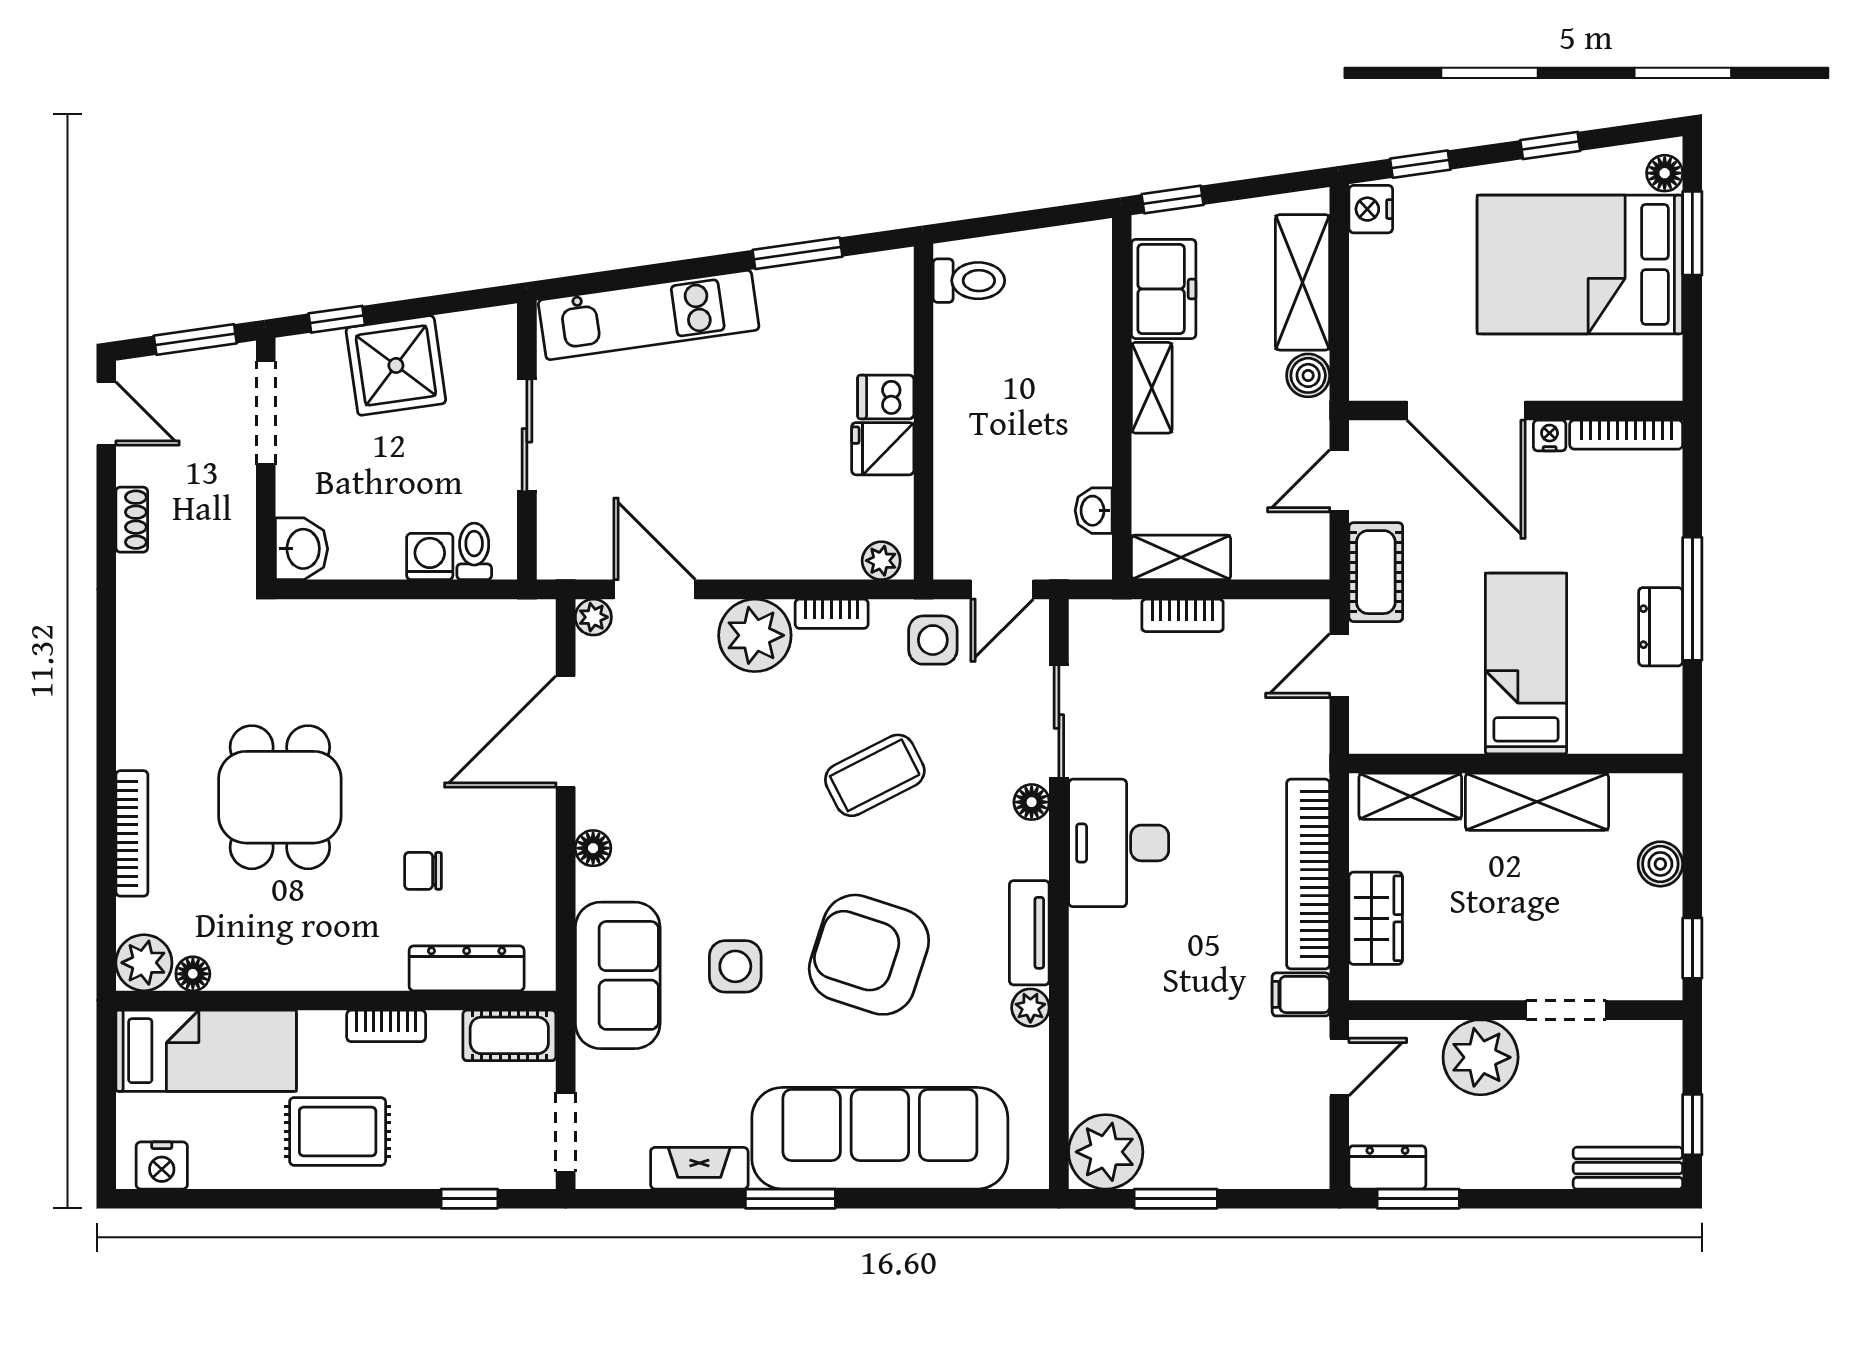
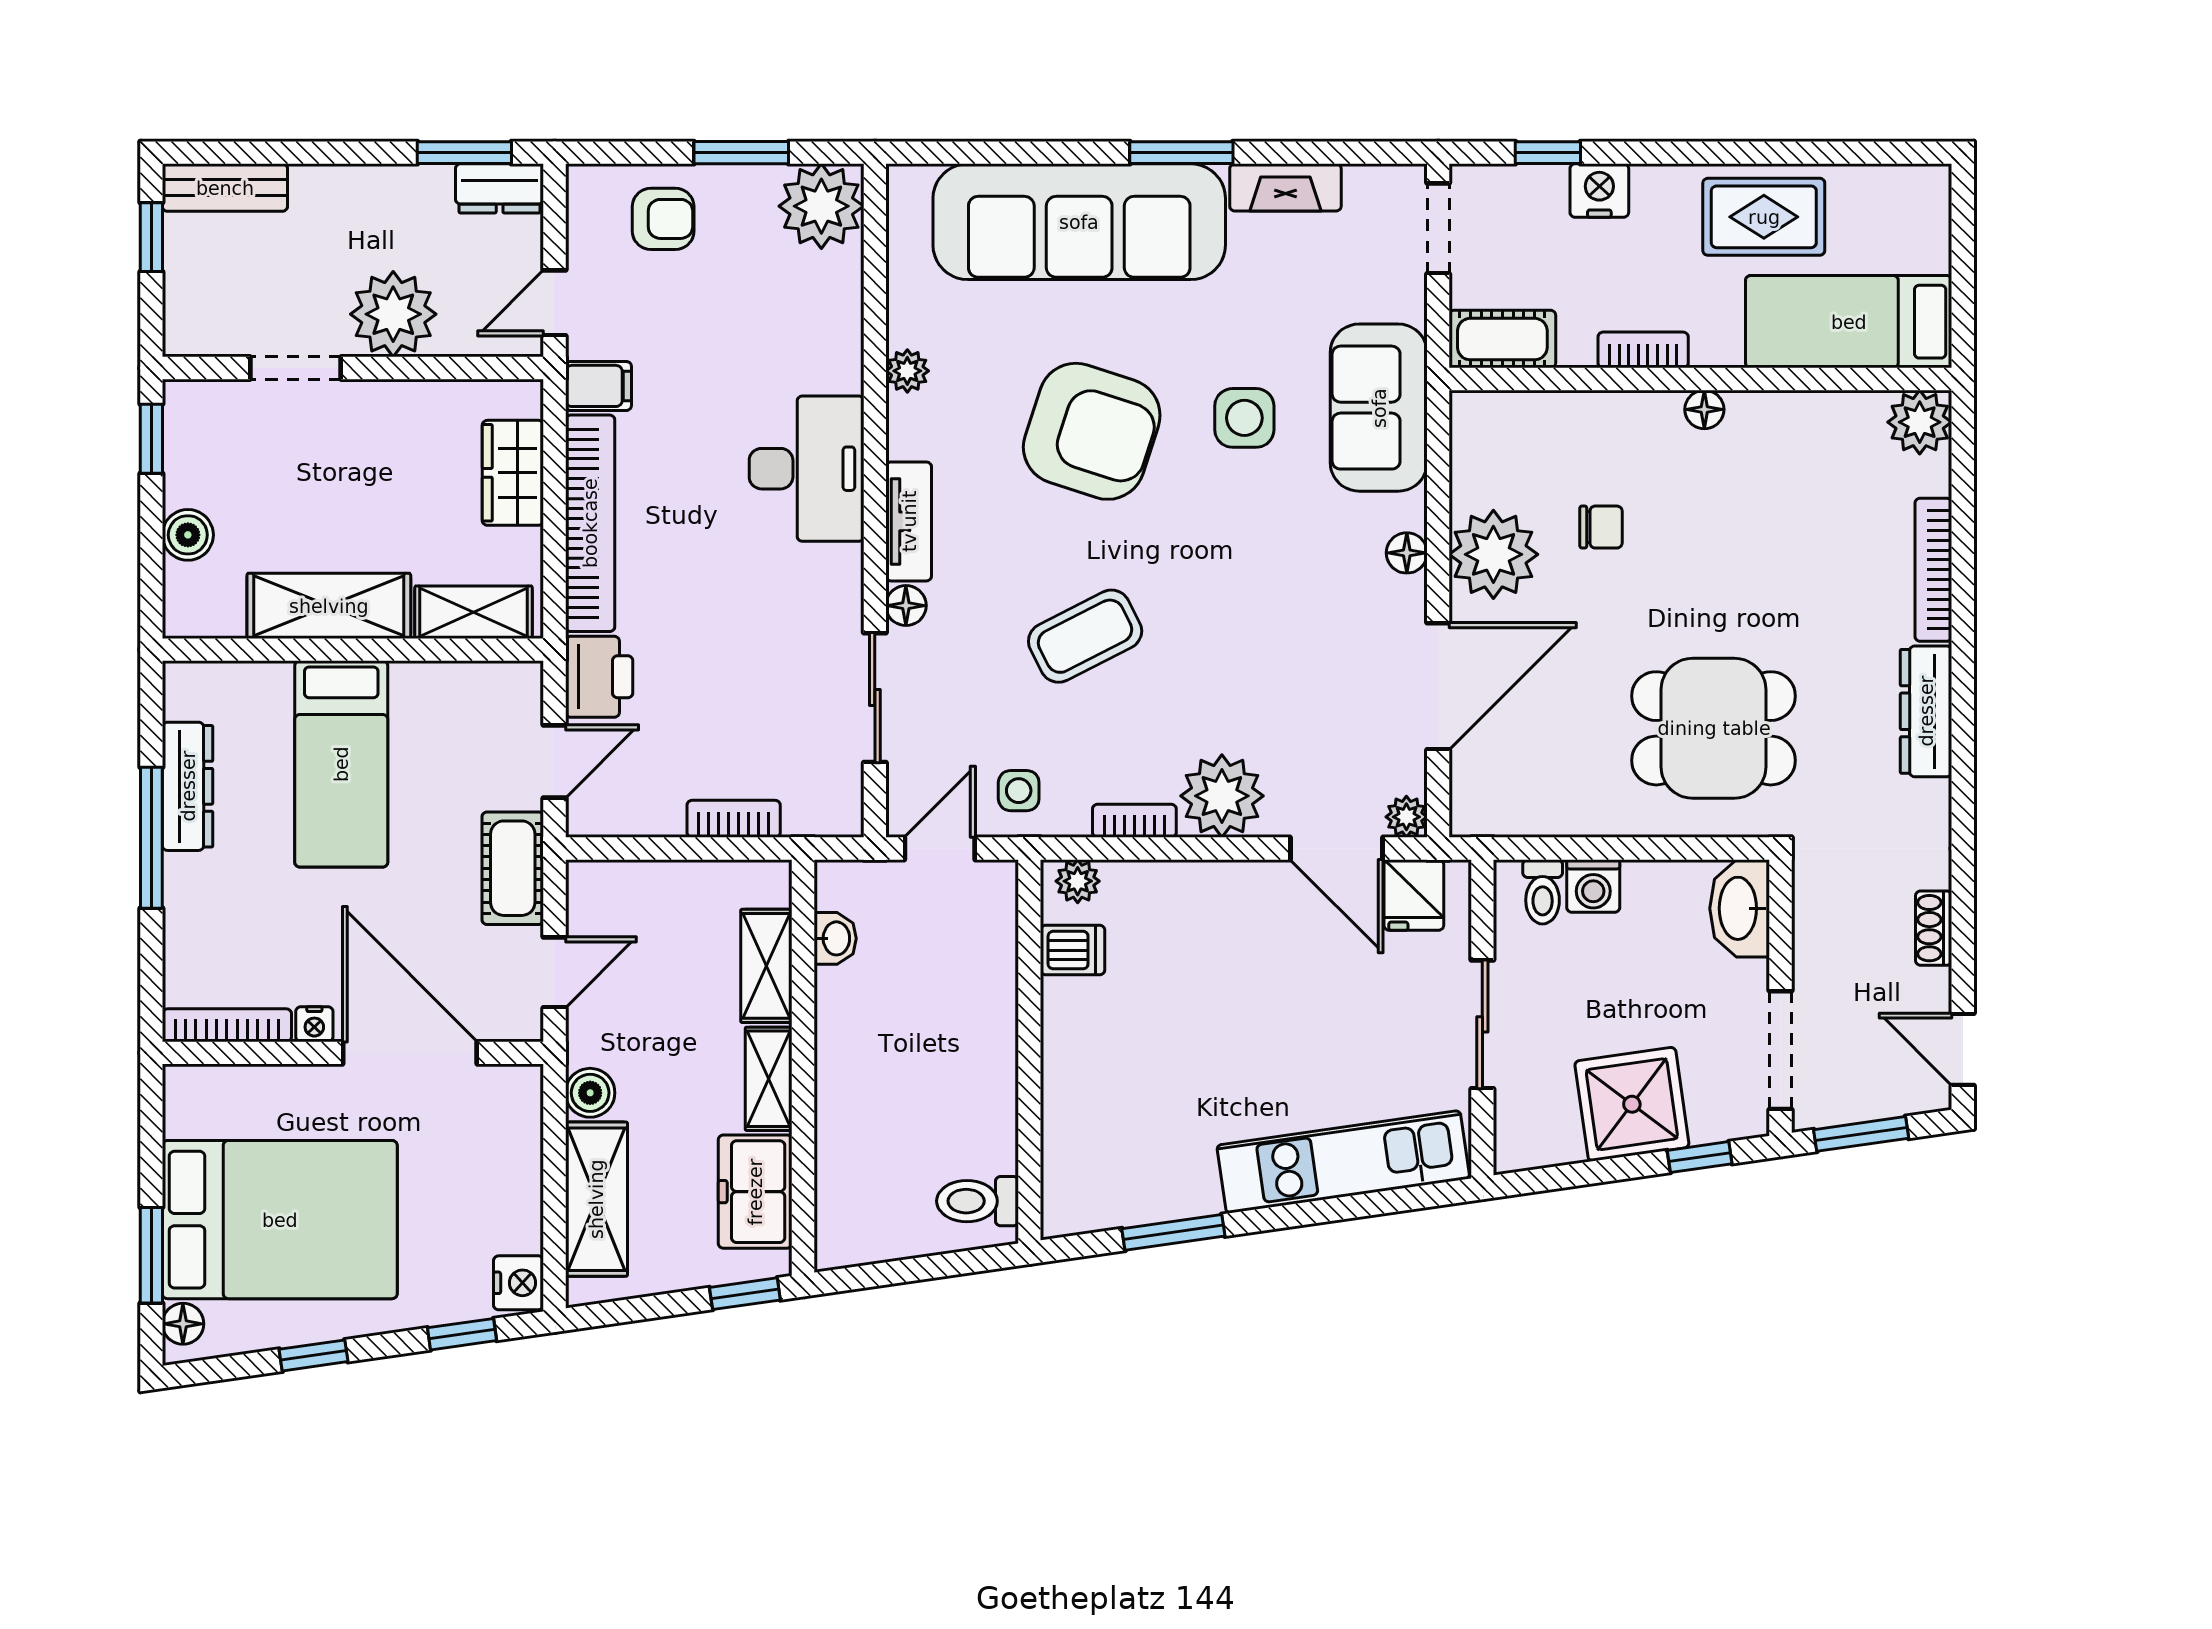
dishwasher: (886, 397) -> (1073, 950), moved
fridge: (883, 449) -> (1414, 895), moved, turned 90
washbasin: (302, 549) -> (1740, 908), width x1.38
shelving: (1181, 557) -> (766, 966), moved, turned 90
dresser: (1661, 627) -> (188, 786), width x1.44
side table: (933, 640) -> (1019, 791), width x0.73, depth x0.73
printer: (1300, 740) -> (599, 677), added
dining table: (280, 797) -> (1714, 728), moved, turned 90
desk: (1119, 843) -> (807, 469), moved
plant: (517, 847) -> (1493, 554), added
tv unit: (1029, 933) -> (909, 521), moved
dresser: (467, 968) -> (1926, 711), moved, turned 90
floor lamp: (193, 974) -> (1704, 409), moved
rug: (338, 1131) -> (1764, 217), moved
armchair: (1244, 1141) -> (663, 219), added
nightstand: (162, 1166) -> (1599, 191), moved

